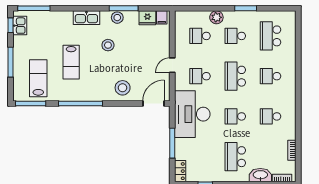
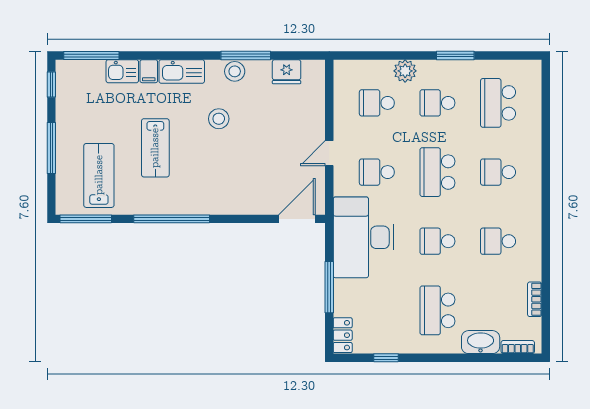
filing cabinet: (162, 17) -> (149, 71), moved
kitchen sink: (20, 26) -> (122, 71), moved, turned 90
stool: (123, 88) -> (244, 192), removed

